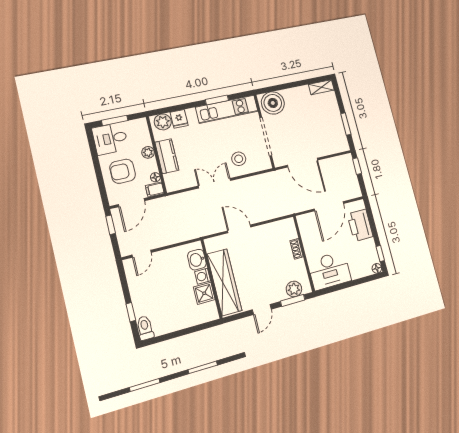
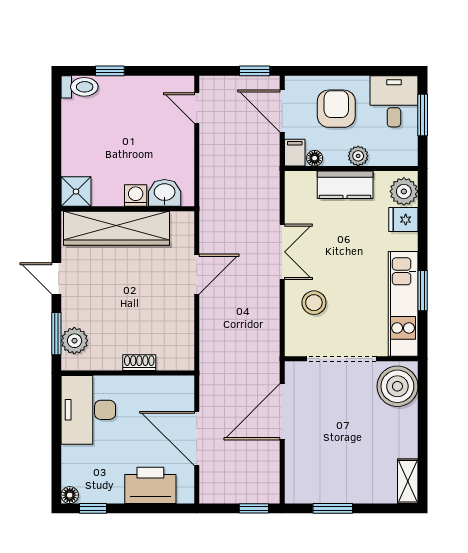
shower: (204, 293) -> (76, 192), moved

